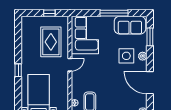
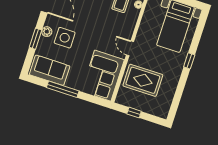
window: (150, 37) -> (36, 39), moved
rug: (51, 42) -> (143, 80), turned 90
door: (70, 65) -> (130, 48), hinge flipped

